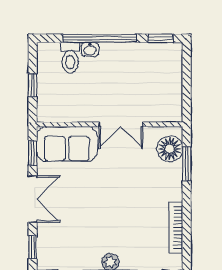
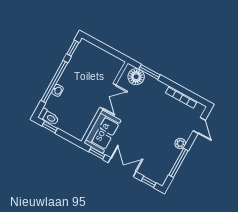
toilet: (70, 58) -> (49, 117), moved
window: (33, 85) -> (50, 127), moved

